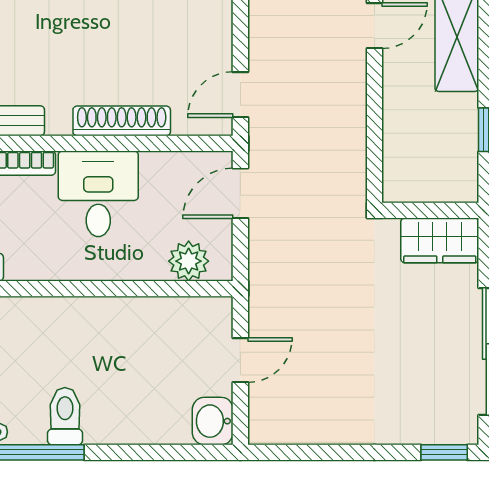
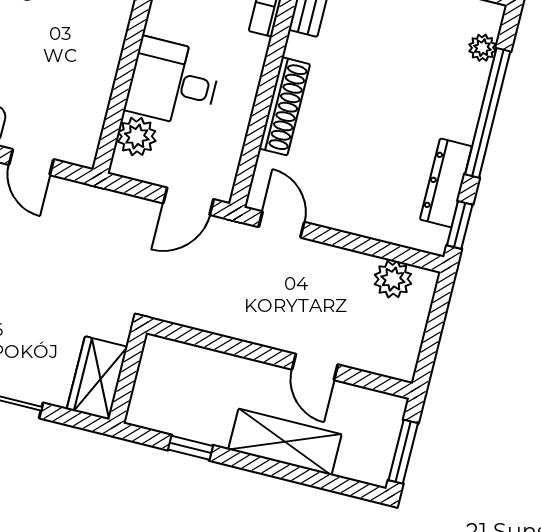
door: (240, 193) -> (188, 201), swing flipped
desk: (98, 194) -> (173, 83), moved, turned 180

